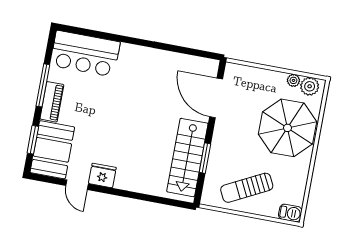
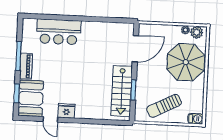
bar counter: (85, 54) -> (59, 32), moved
door: (216, 98) -> (135, 49), swing flipped

